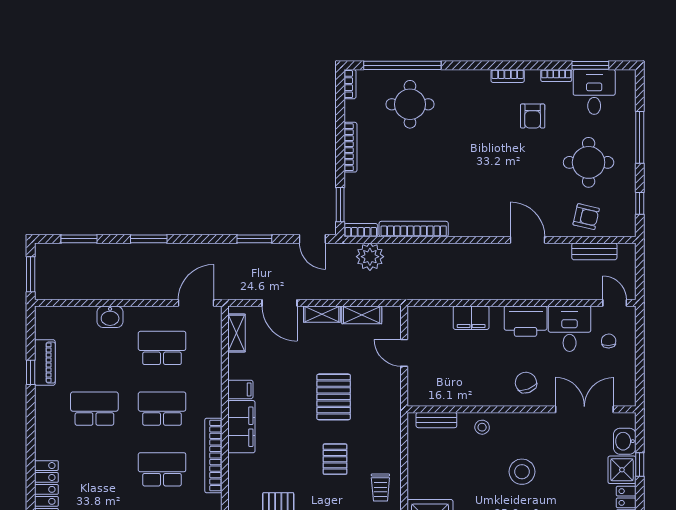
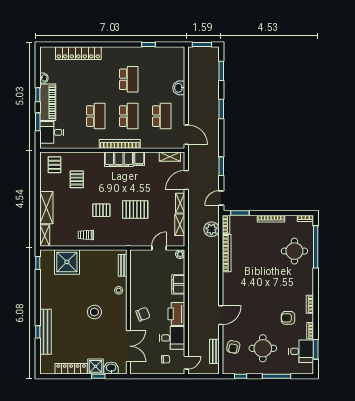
plant: (415, 314) -> (180, 254), added
piano: (45, 363) -> (154, 52), removed
bookcase: (213, 456) -> (120, 144), moved

